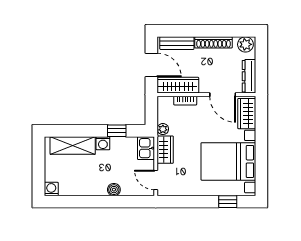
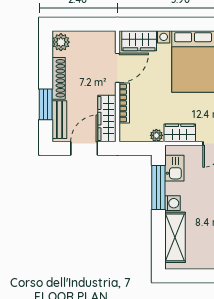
window: (190, 31) -> (46, 104), added
dresser: (249, 76) -> (97, 38), removed
bookcase: (185, 101) -> (124, 103), width x1.56
window: (117, 131) -> (158, 188), width x2.17
kitchen sink: (146, 148) -> (174, 168), moved, turned -90

